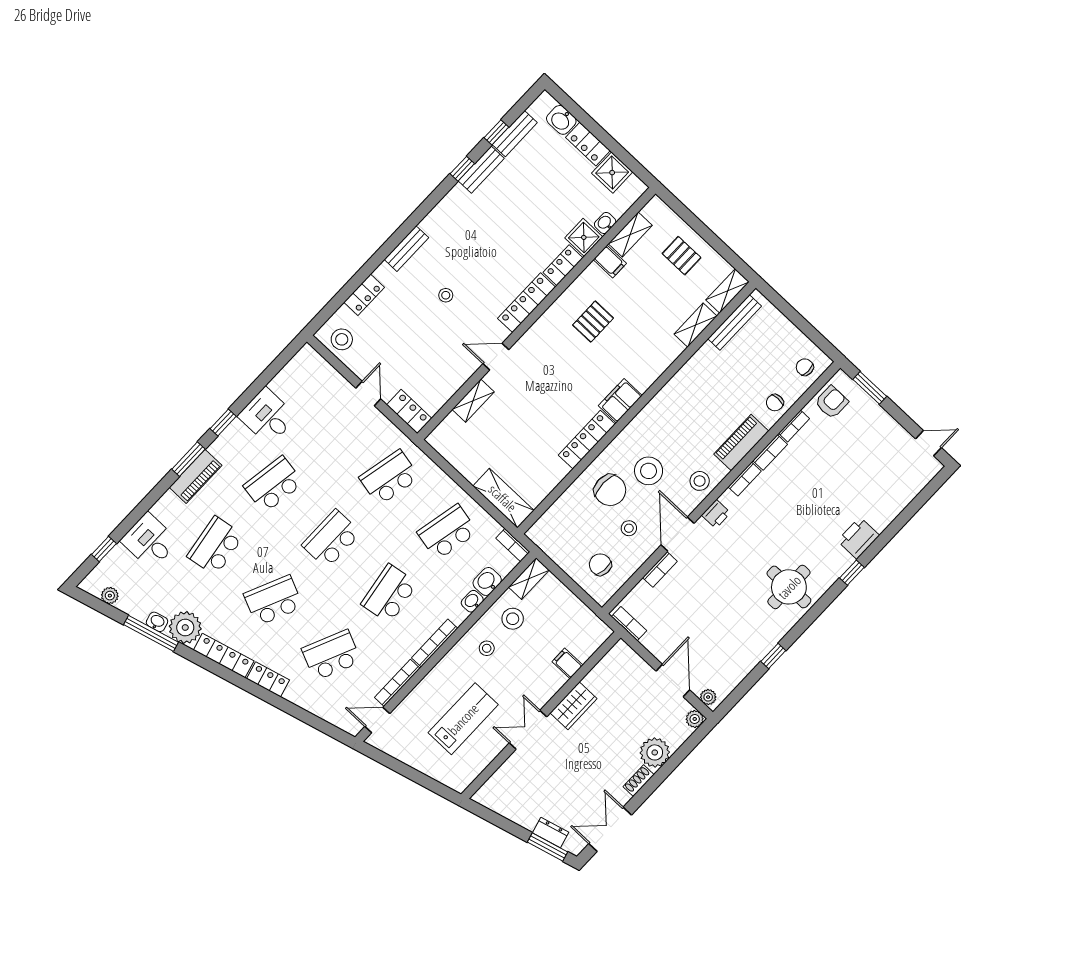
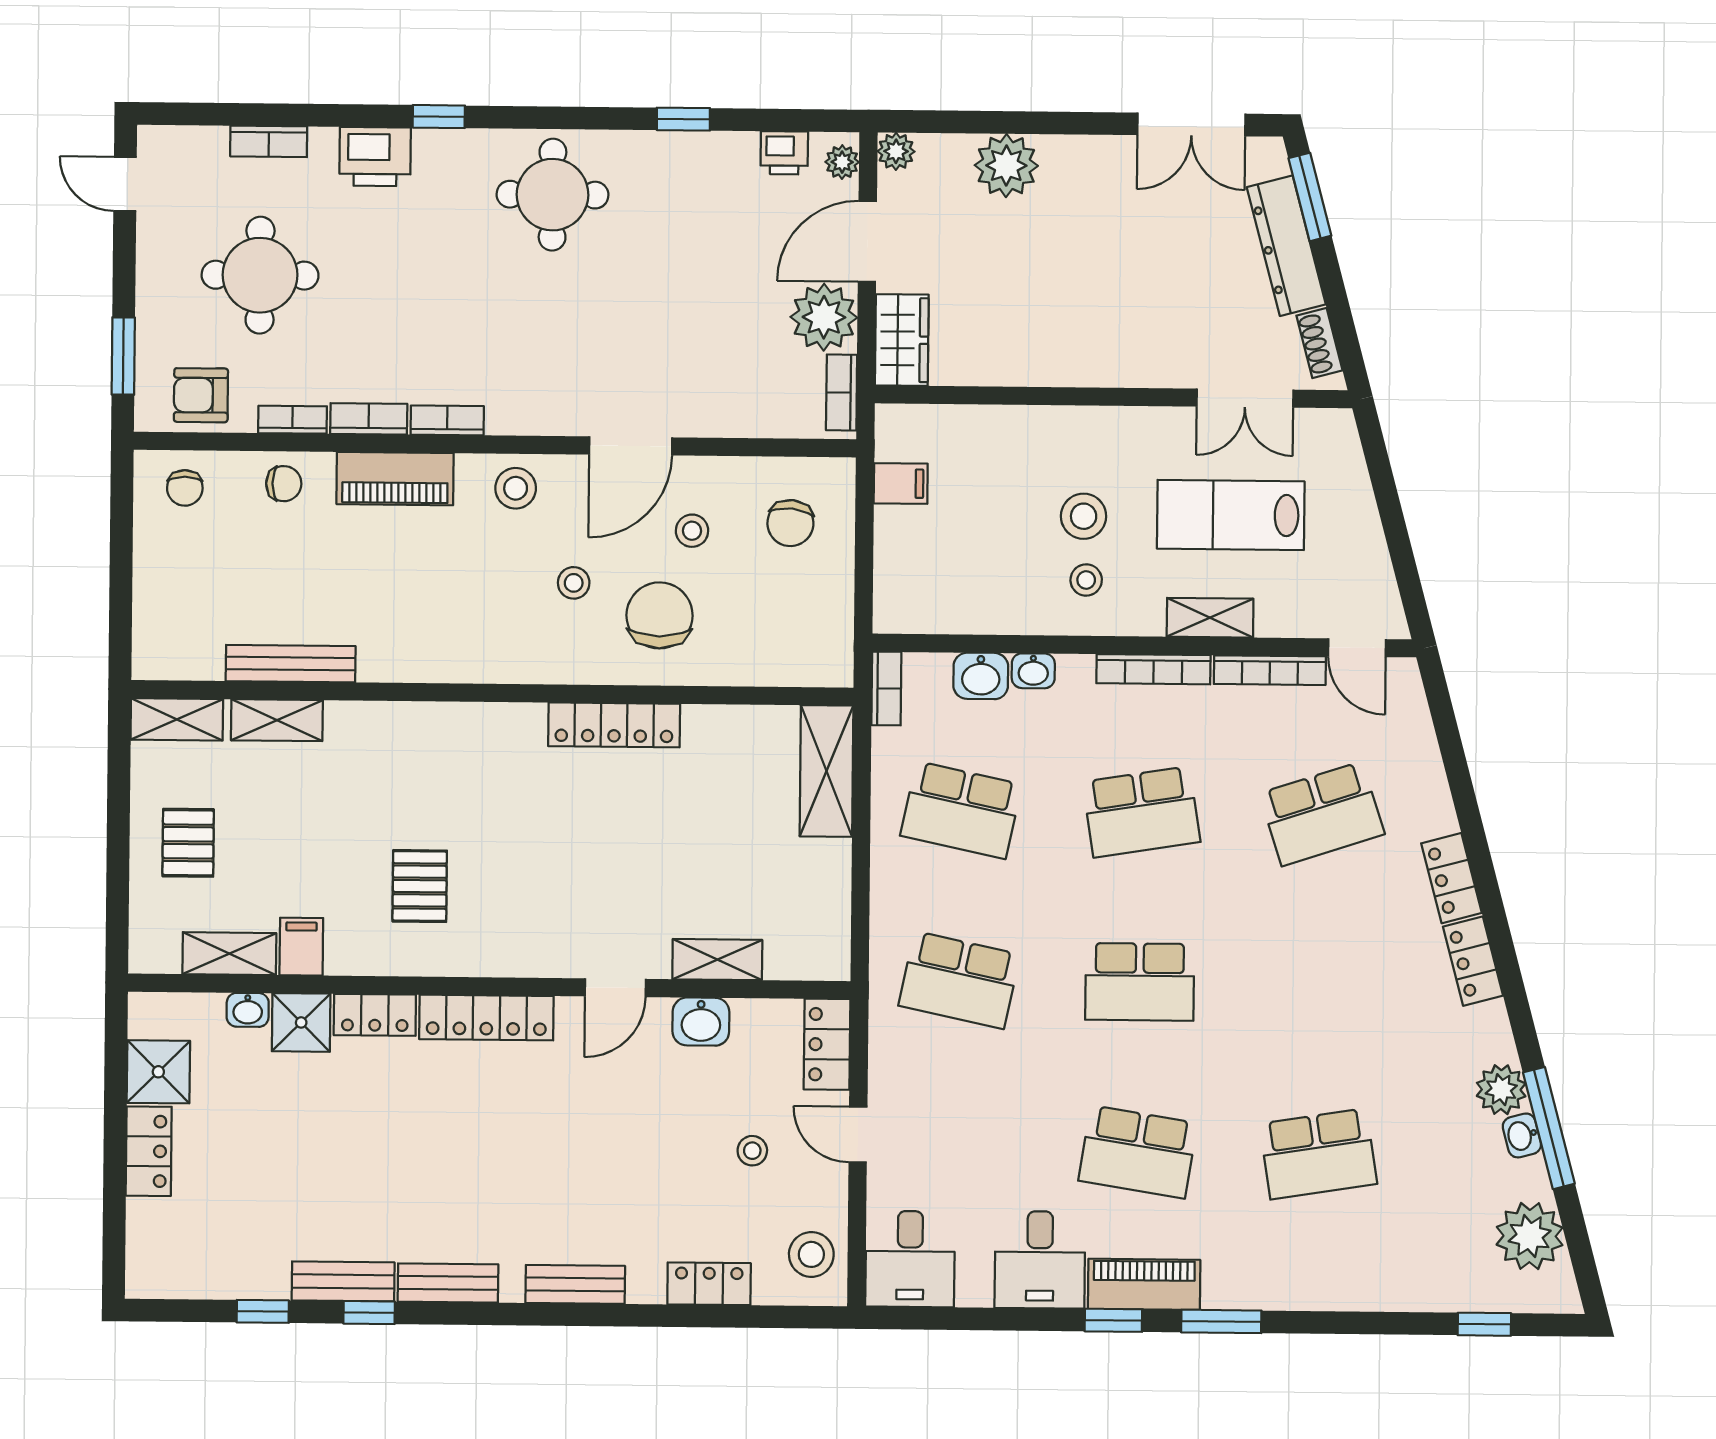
washbasin: (561, 120) -> (701, 1022), moved, turned 90
bench: (515, 134) -> (448, 1283), moved
stool: (446, 295) -> (752, 1151), moved
pallet: (593, 322) -> (420, 886), turned 90
bench: (735, 322) -> (291, 664), moved
door: (496, 357) -> (615, 988), hinge flipped
door: (368, 394) -> (858, 1134), hinge flipped
filing cabinet: (620, 401) -> (504, 729), removed
round table: (854, 461) -> (260, 275), added
stool: (649, 471) -> (574, 583), width x0.53, depth x0.53
piano: (196, 476) -> (1144, 1284), moved
printer: (716, 514) -> (784, 153), moved, turned 180
desk: (150, 541) -> (910, 1259), moved
bookcase: (660, 569) -> (269, 141), moved, turned 180
shelving: (529, 579) -> (1210, 618), moved
plant: (110, 596) -> (1530, 1236), width x1.87, depth x1.87
school desk: (273, 601) -> (1320, 984), removed
stool: (513, 619) -> (1084, 516), moved
plant: (185, 628) -> (1501, 1090), width x0.73, depth x0.73
plant: (660, 641) -> (824, 317), added
school desk: (331, 655) -> (1322, 814), turned -42
locker: (224, 656) -> (1473, 961), width x0.66
filing cabinet: (567, 663) -> (901, 484), moved, turned -90
wardrobe: (573, 706) -> (902, 340), moved, turned 90
double door: (528, 730) -> (1245, 398), moved
shoe rack: (639, 781) -> (1319, 343), moved, turned 75
dresser: (551, 833) -> (1286, 246), width x1.96, depth x1.24

